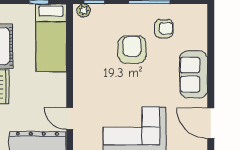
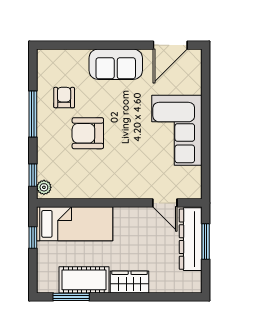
door: (70, 118) -> (165, 203), hinge flipped

